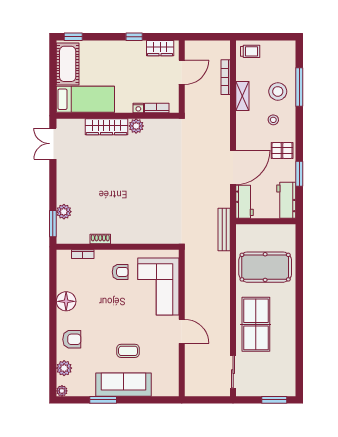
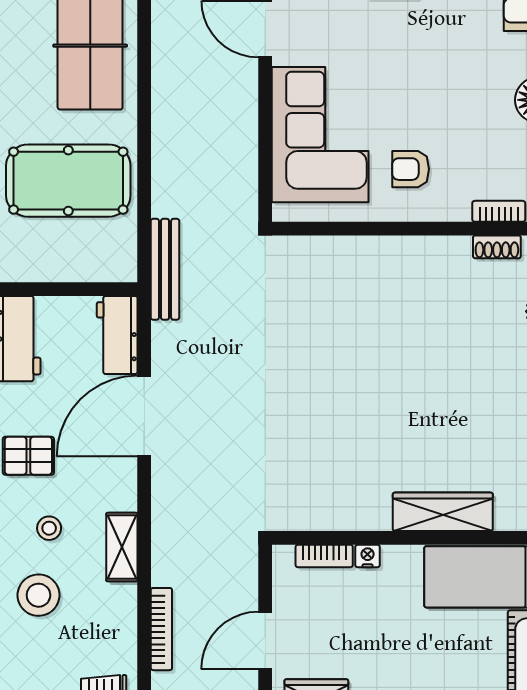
shelving: (242, 96) -> (122, 547), moved
plant: (136, 126) -> (373, 514), removed
shoe rack: (100, 239) -> (497, 247), moved

